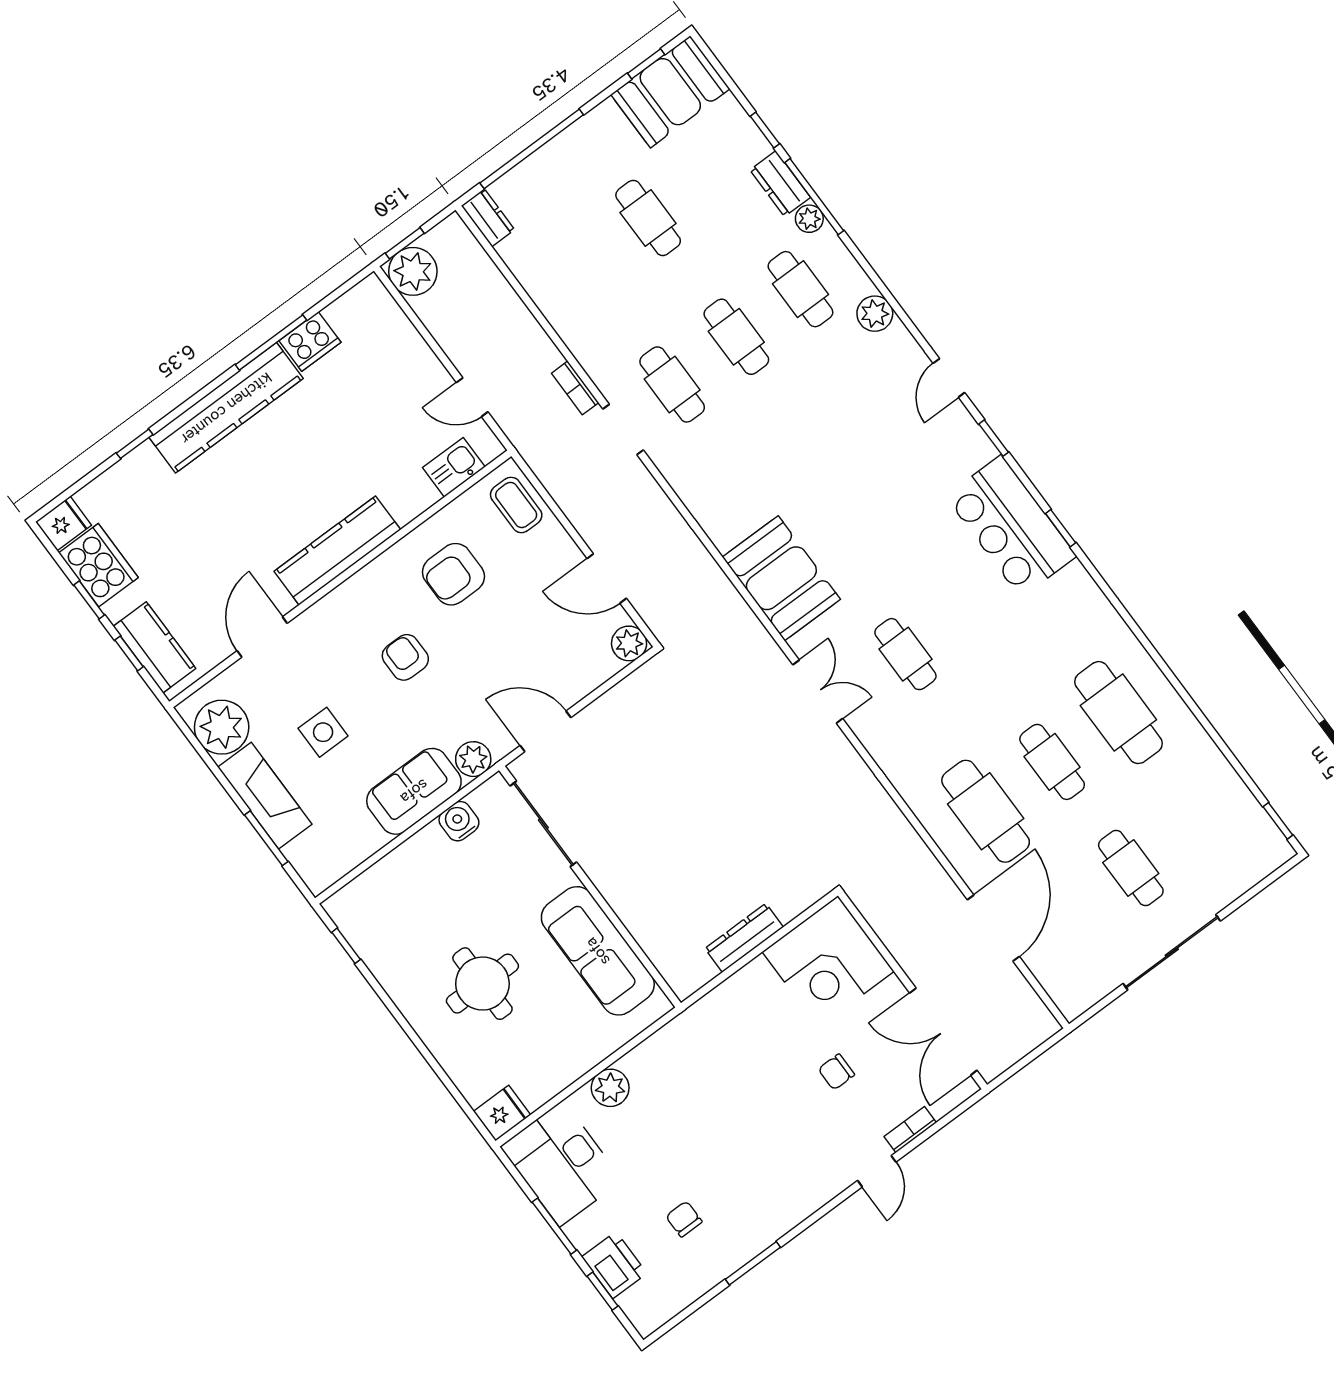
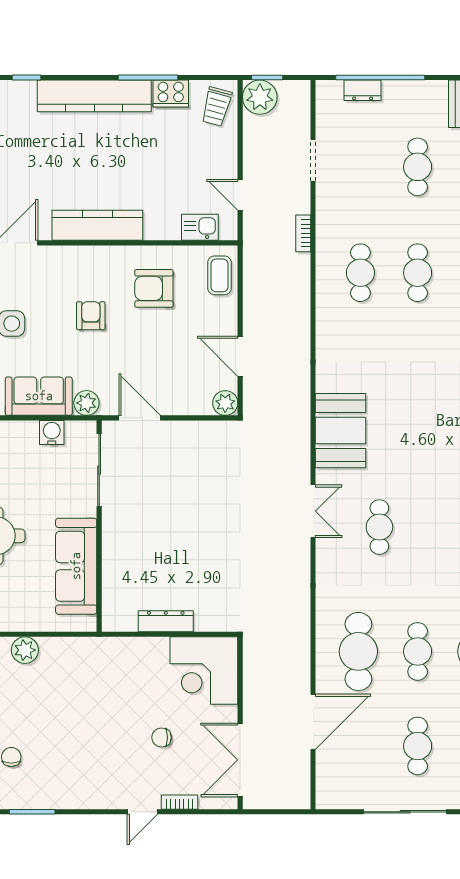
dresser: (488, 218) -> (363, 90), moved, turned 90
trolley: (372, 318) -> (216, 107), added
doorway: (623, 429) -> (313, 160), moved

